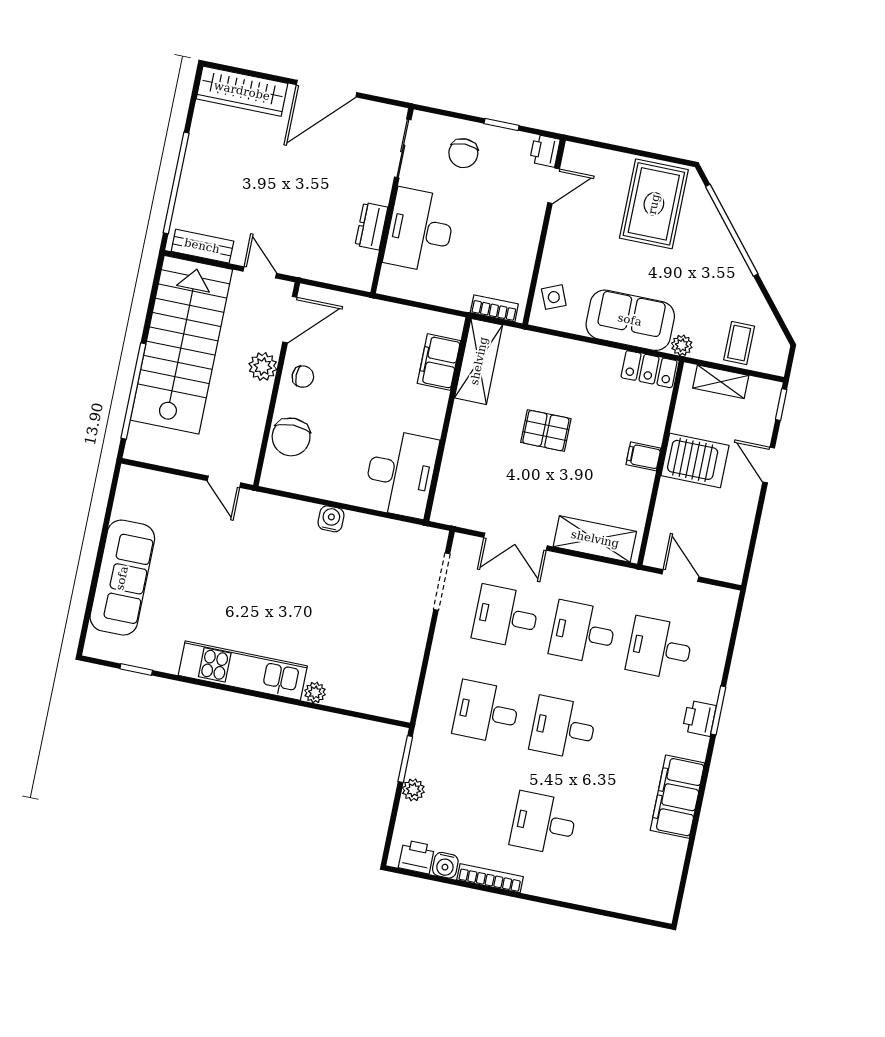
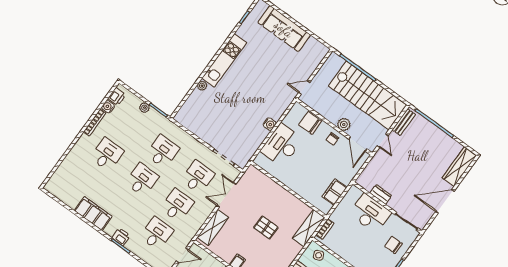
door: (327, 89) -> (445, 201), hinge flipped
door: (260, 272) -> (383, 141), hinge flipped
shelving: (479, 361) -> (309, 228), moved, turned 90
filing cabinet: (439, 362) -> (334, 192), moved, turned -90
pallet: (546, 431) -> (266, 227), turned 90
desk: (401, 474) -> (282, 145), moved, turned 90

